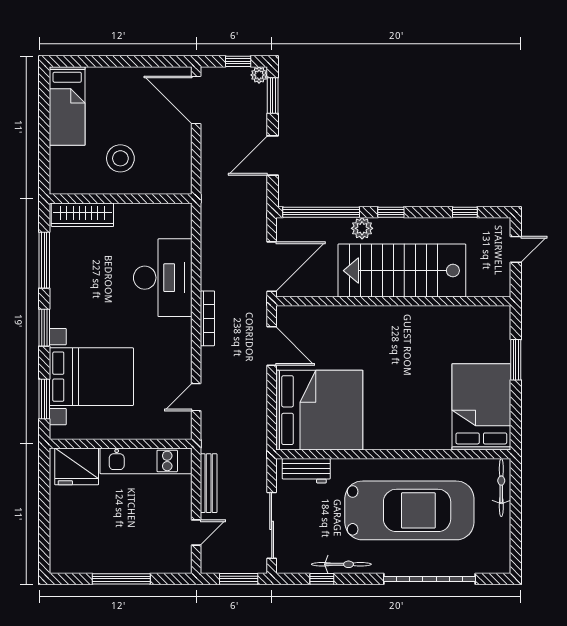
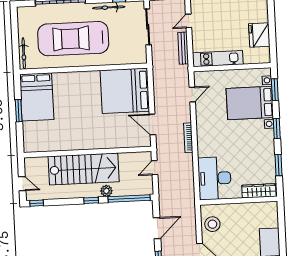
stool: (120, 158) -> (212, 224), moved
window: (465, 212) -> (37, 203), moved
door: (516, 249) -> (22, 184), swing flipped
window: (44, 260) -> (279, 165), width x0.69
door: (272, 267) -> (155, 168), width x0.53
desk: (163, 278) -> (215, 178), moved
window: (516, 360) -> (19, 111), moved
fridge: (77, 466) -> (259, 35), moved, turned -90
workbench: (306, 471) -> (130, 57), removed

